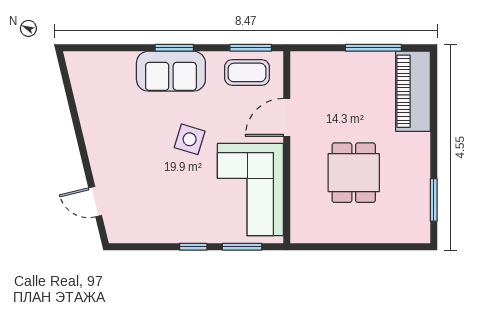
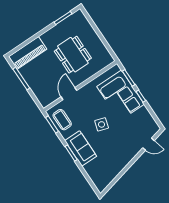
door: (287, 117) -> (69, 94), swing flipped
dining table: (354, 173) -> (73, 55), width x1.38
corner sofa: (250, 190) -> (121, 95), moved, turned 90
door: (95, 202) -> (148, 144), hinge flipped

